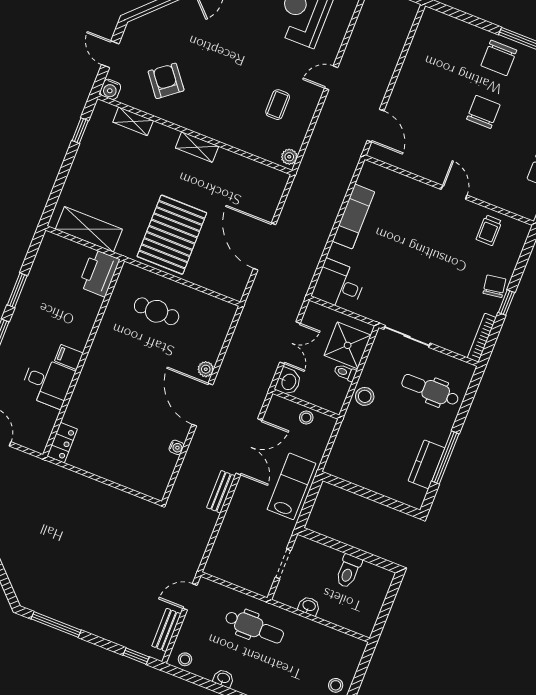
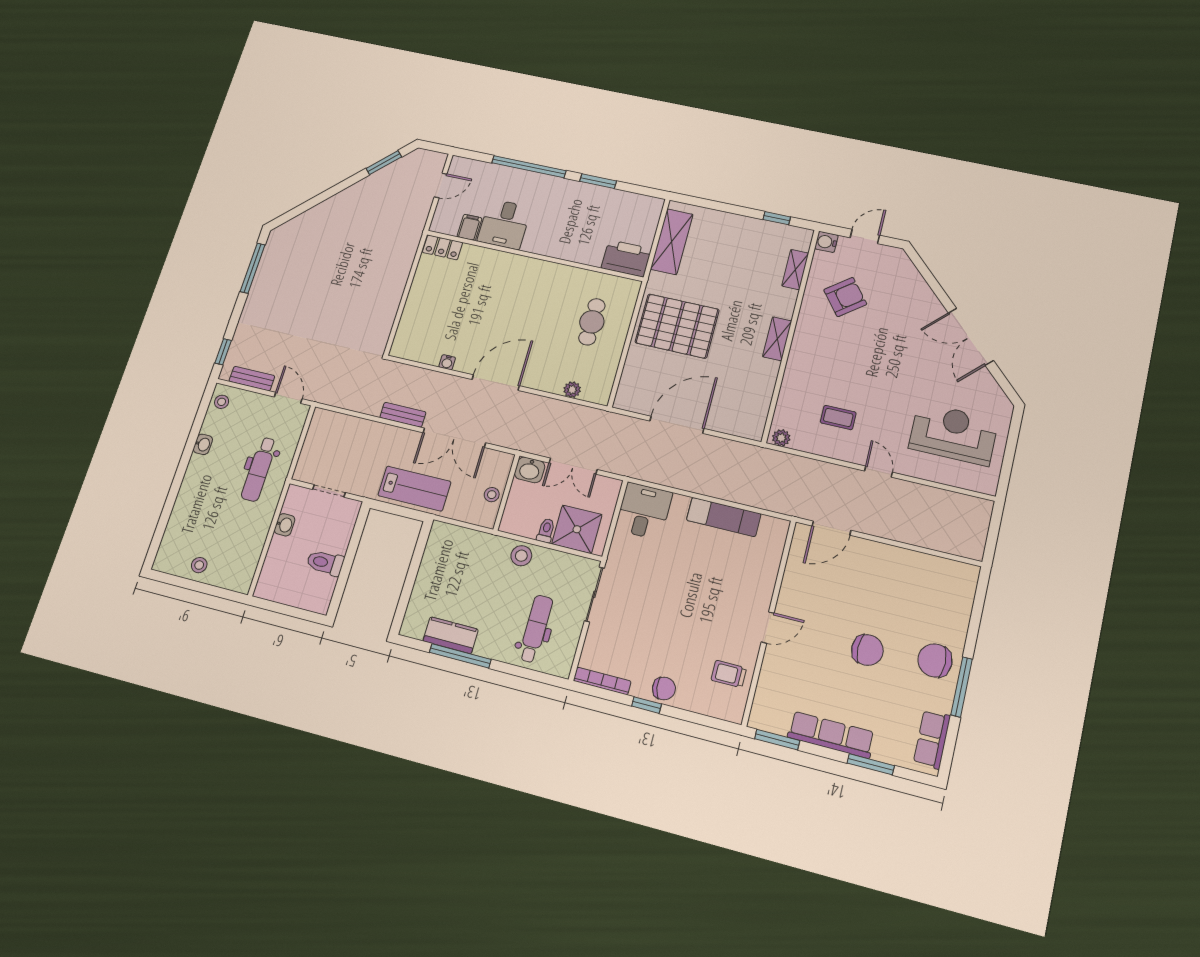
filing cabinet: (69, 357) -> (469, 227), moved
plant: (206, 369) -> (572, 390), moved

